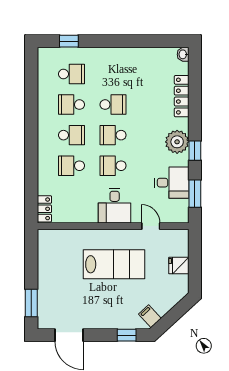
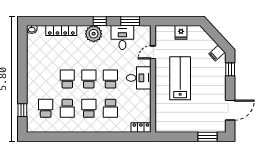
school desk: (113, 135) -> (89, 79), turned 180
school desk: (113, 166) -> (110, 79), turned 180

